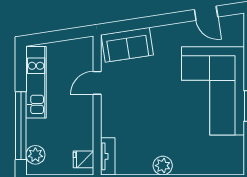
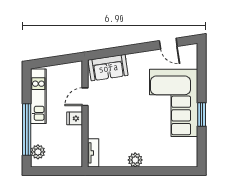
fridge: (83, 159) -> (75, 118), moved

